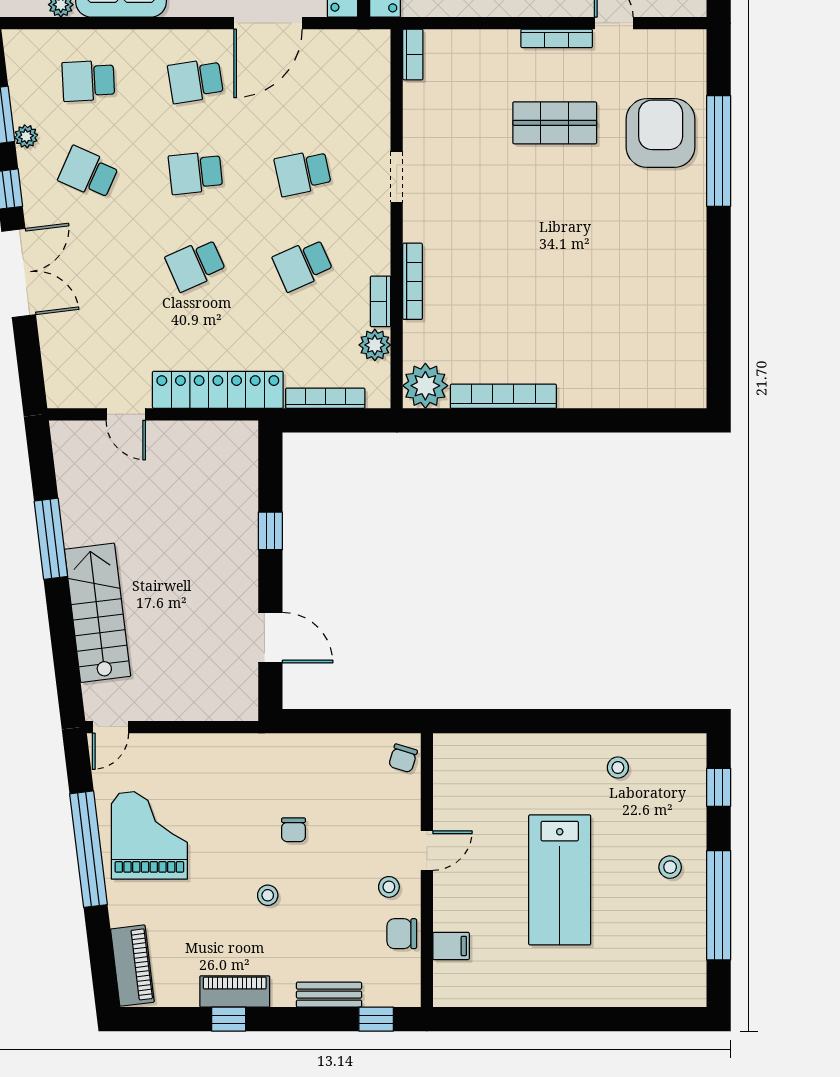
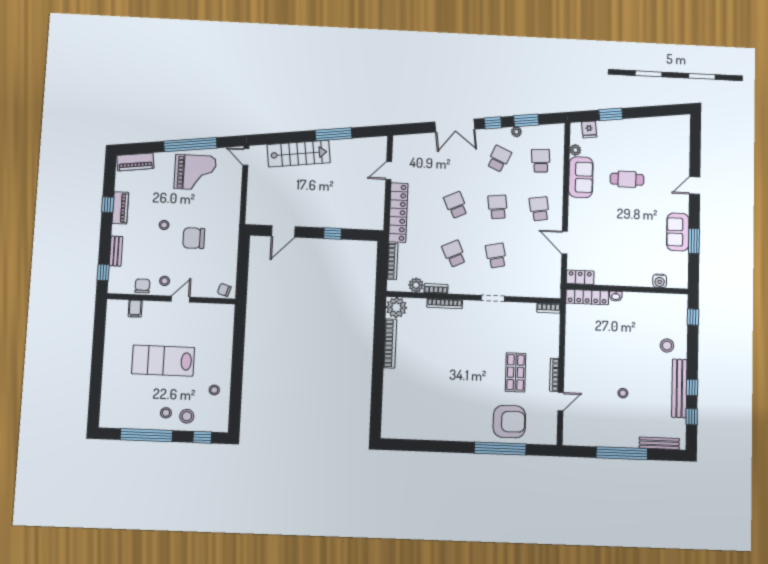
door: (268, 23) -> (565, 243), width x0.73
stool: (676, 822) -> (187, 416), added
chair: (294, 830) -> (194, 238), width x1.87, depth x1.87
door: (427, 851) -> (180, 299), swing flipped

